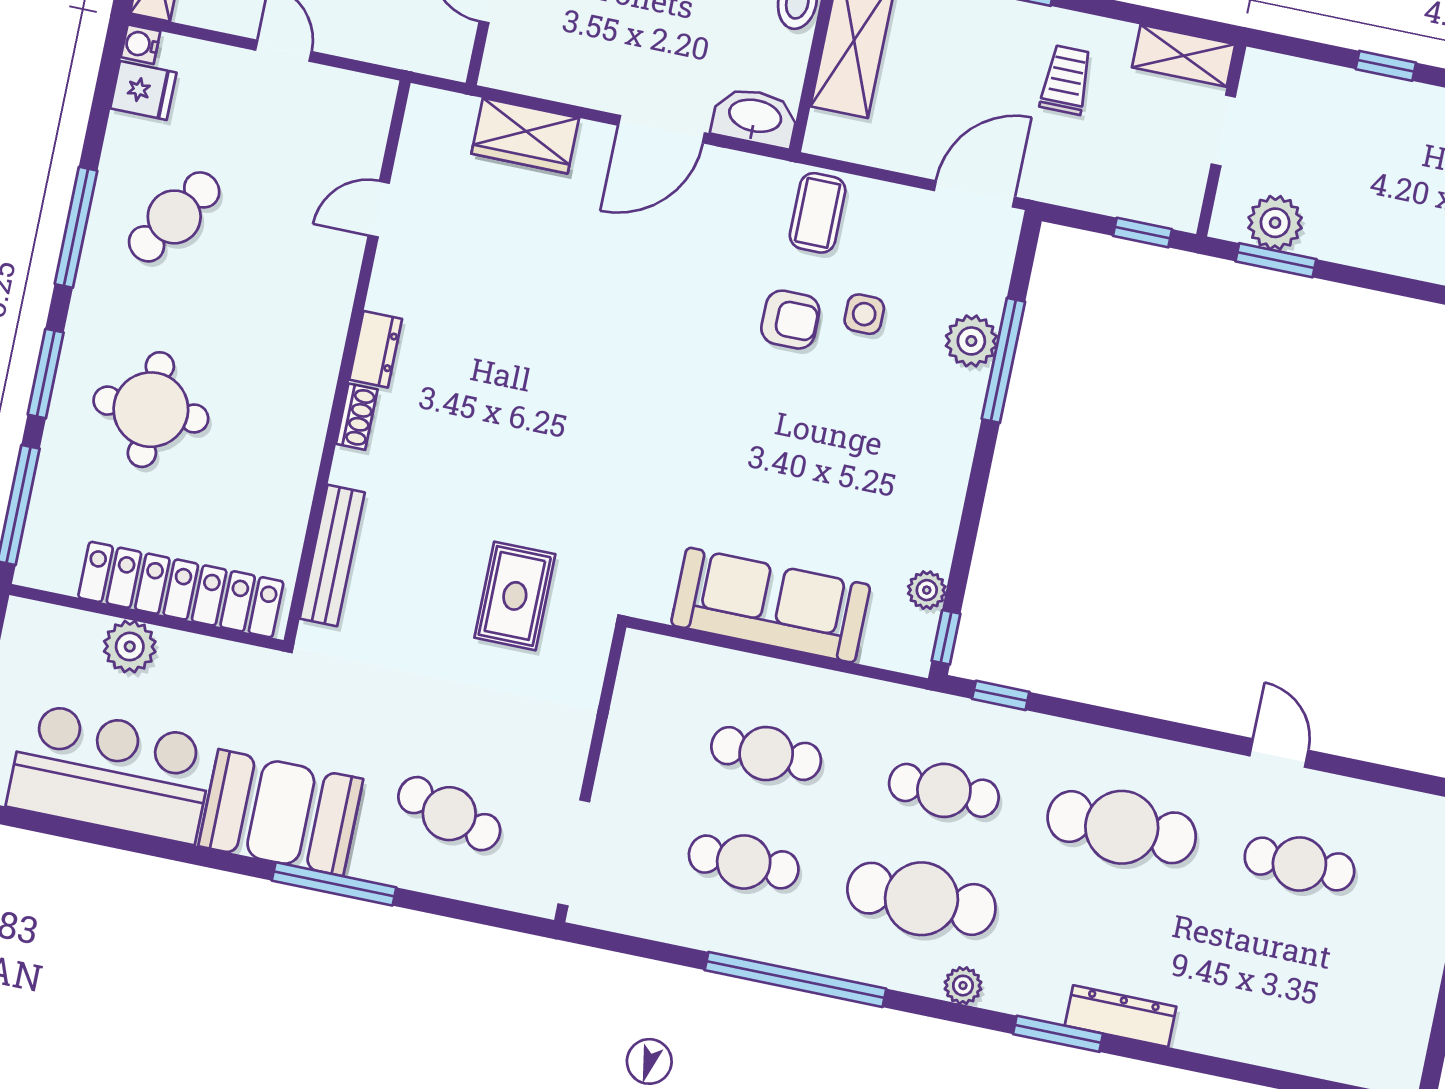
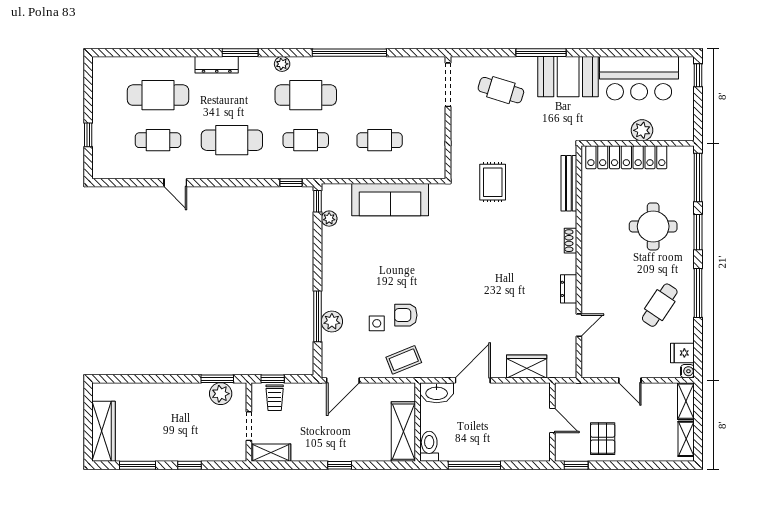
trolley: (1066, 80) -> (275, 398), moved
coffee table: (818, 213) -> (404, 360), turned 68
dresser: (376, 349) -> (569, 289), moved
cafe table: (744, 862) -> (158, 95), moved, width x1.37, depth x1.35

